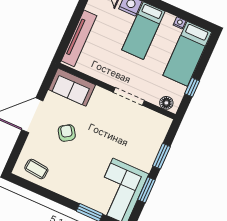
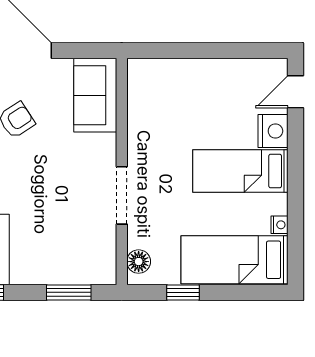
tv unit: (79, 38) -> (181, 71), removed
window: (161, 156) -> (69, 292), moved

